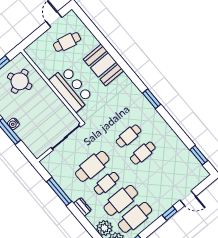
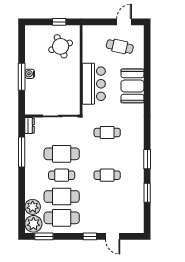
window: (152, 99) -> (147, 159), moved
cafe table: (129, 136) -> (107, 133), moved
window: (199, 155) -> (147, 193), moved
dresser: (82, 207) -> (30, 126), moved

